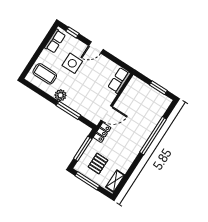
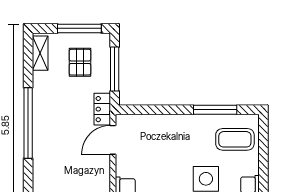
plant: (60, 95) -> (194, 124), removed
window: (68, 110) -> (215, 110), moved
window: (153, 136) -> (28, 123), moved

